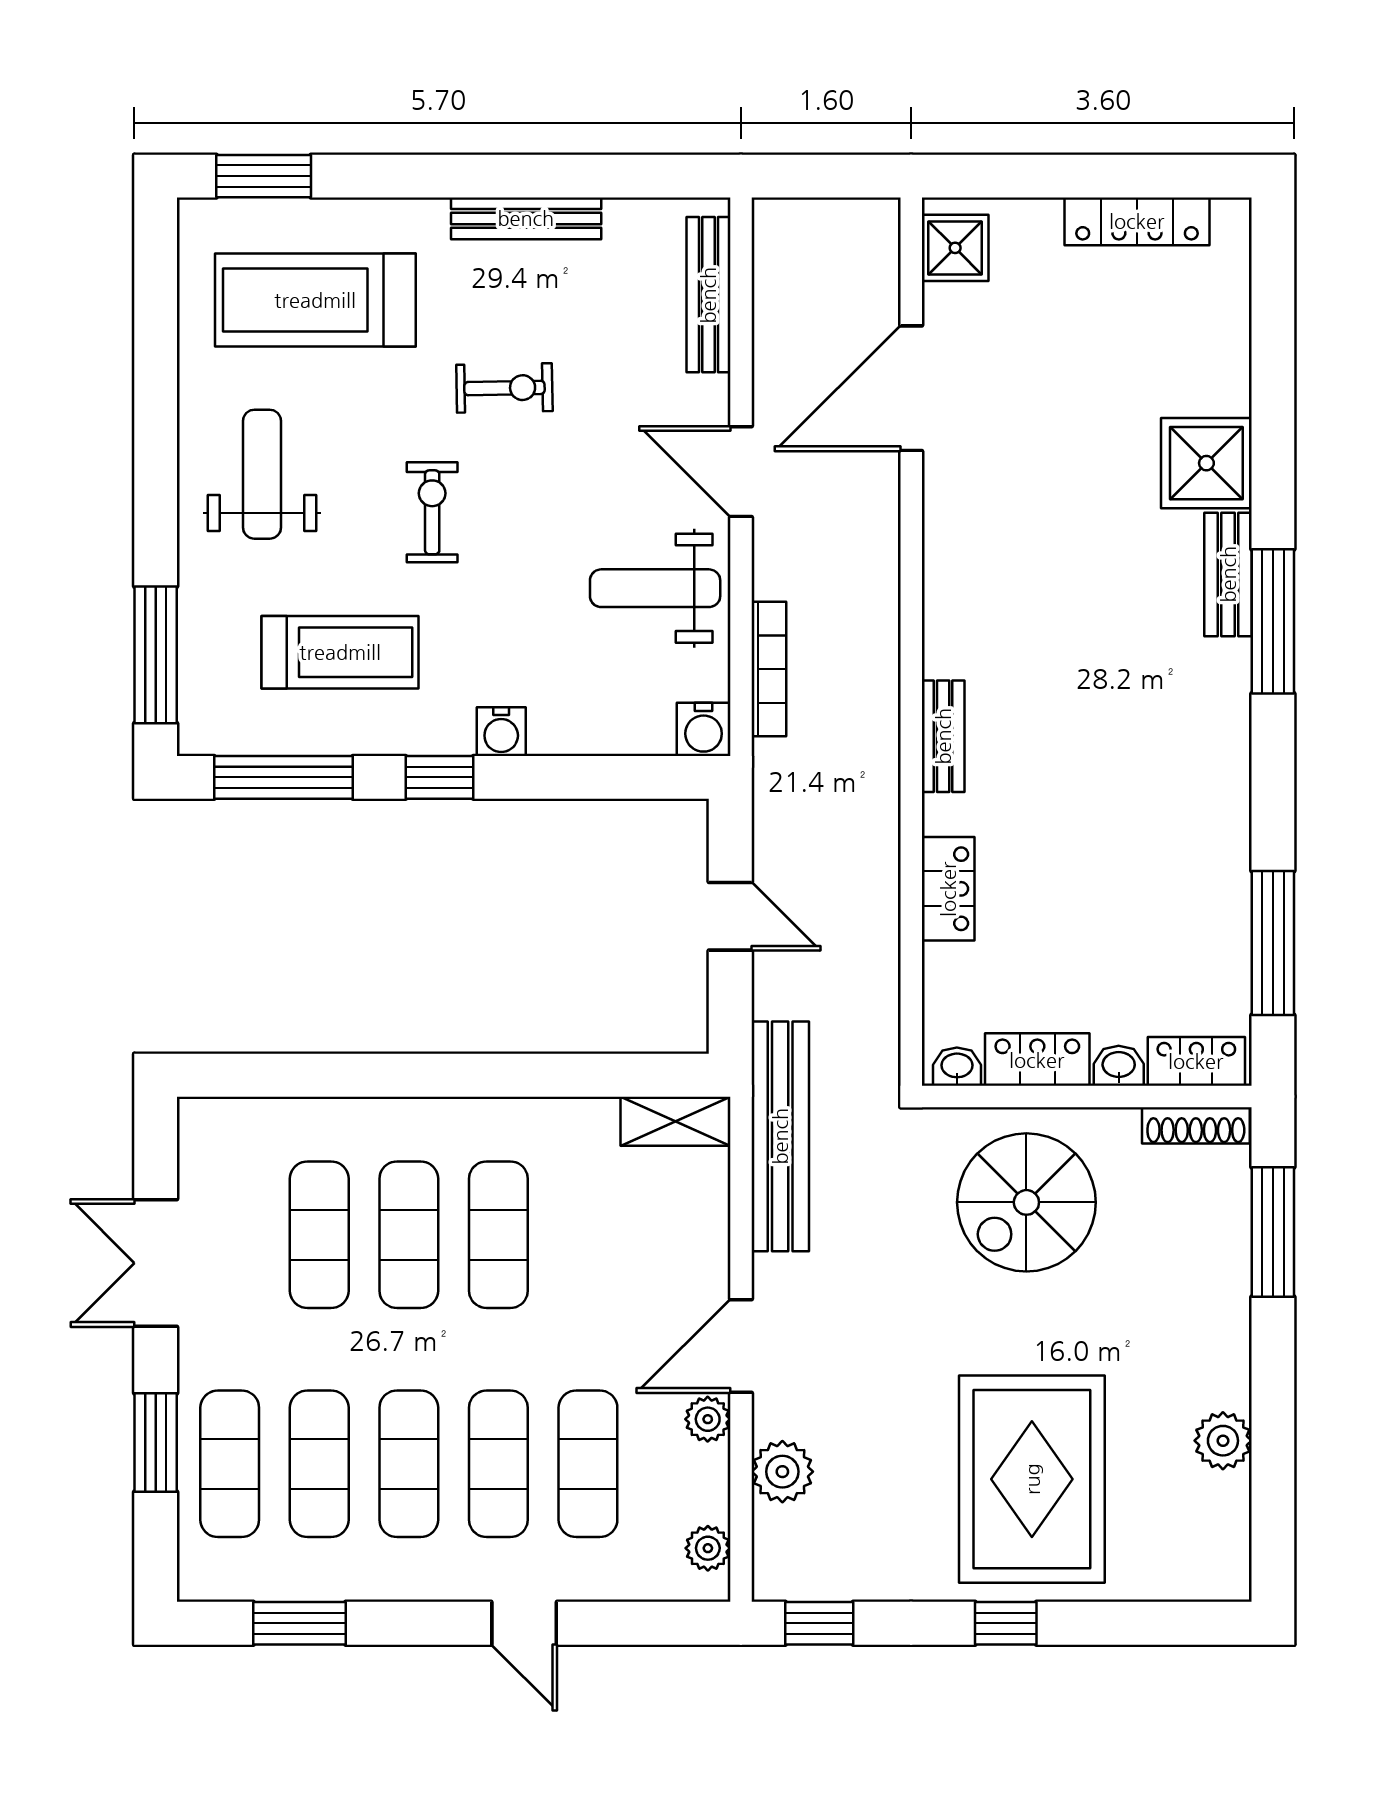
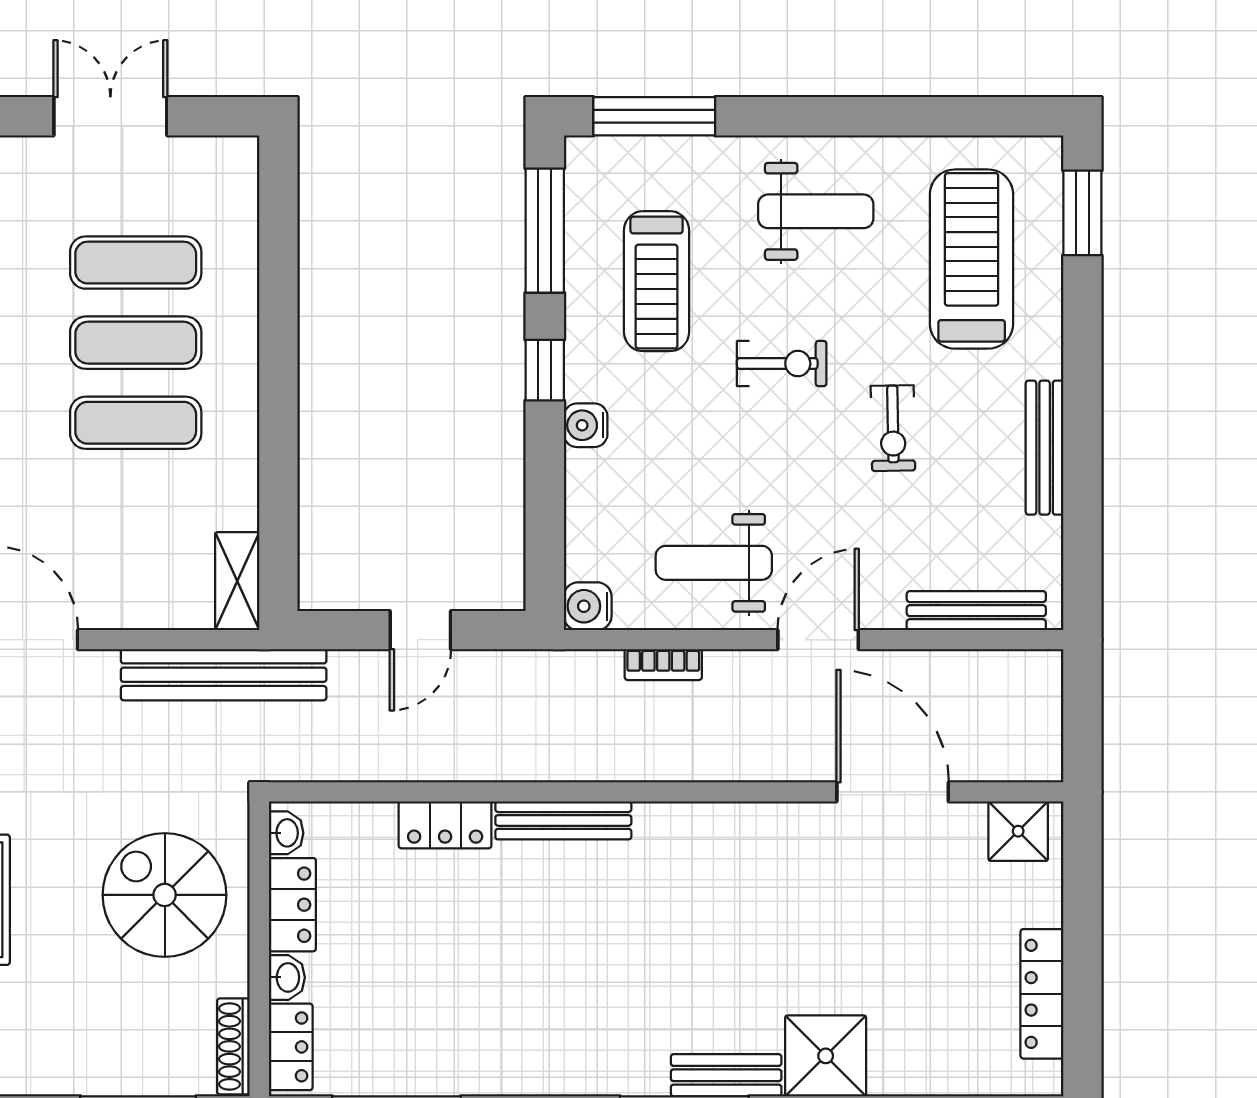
weight bench: (655, 588) -> (714, 563), turned -90
bookcase: (769, 669) -> (663, 665), width x0.64
bench: (943, 736) -> (563, 820), width x1.36

